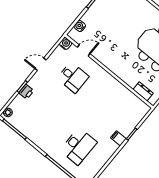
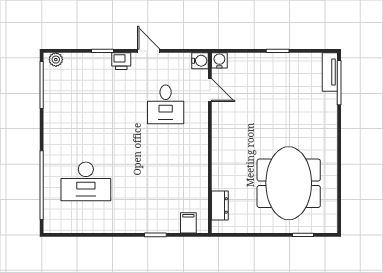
water cooler: (80, 26) -> (219, 60), moved
printer: (26, 92) -> (121, 61), moved
filing cabinet: (118, 138) -> (188, 223), moved

